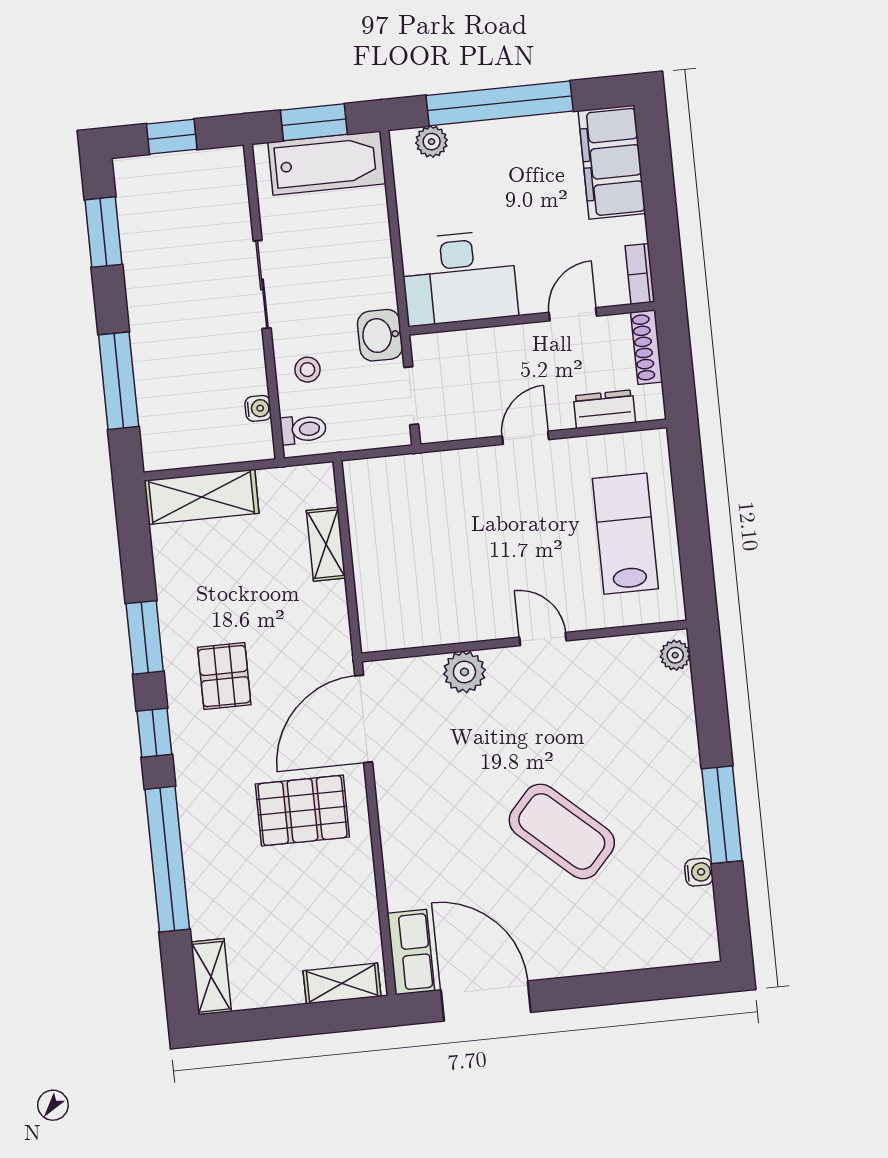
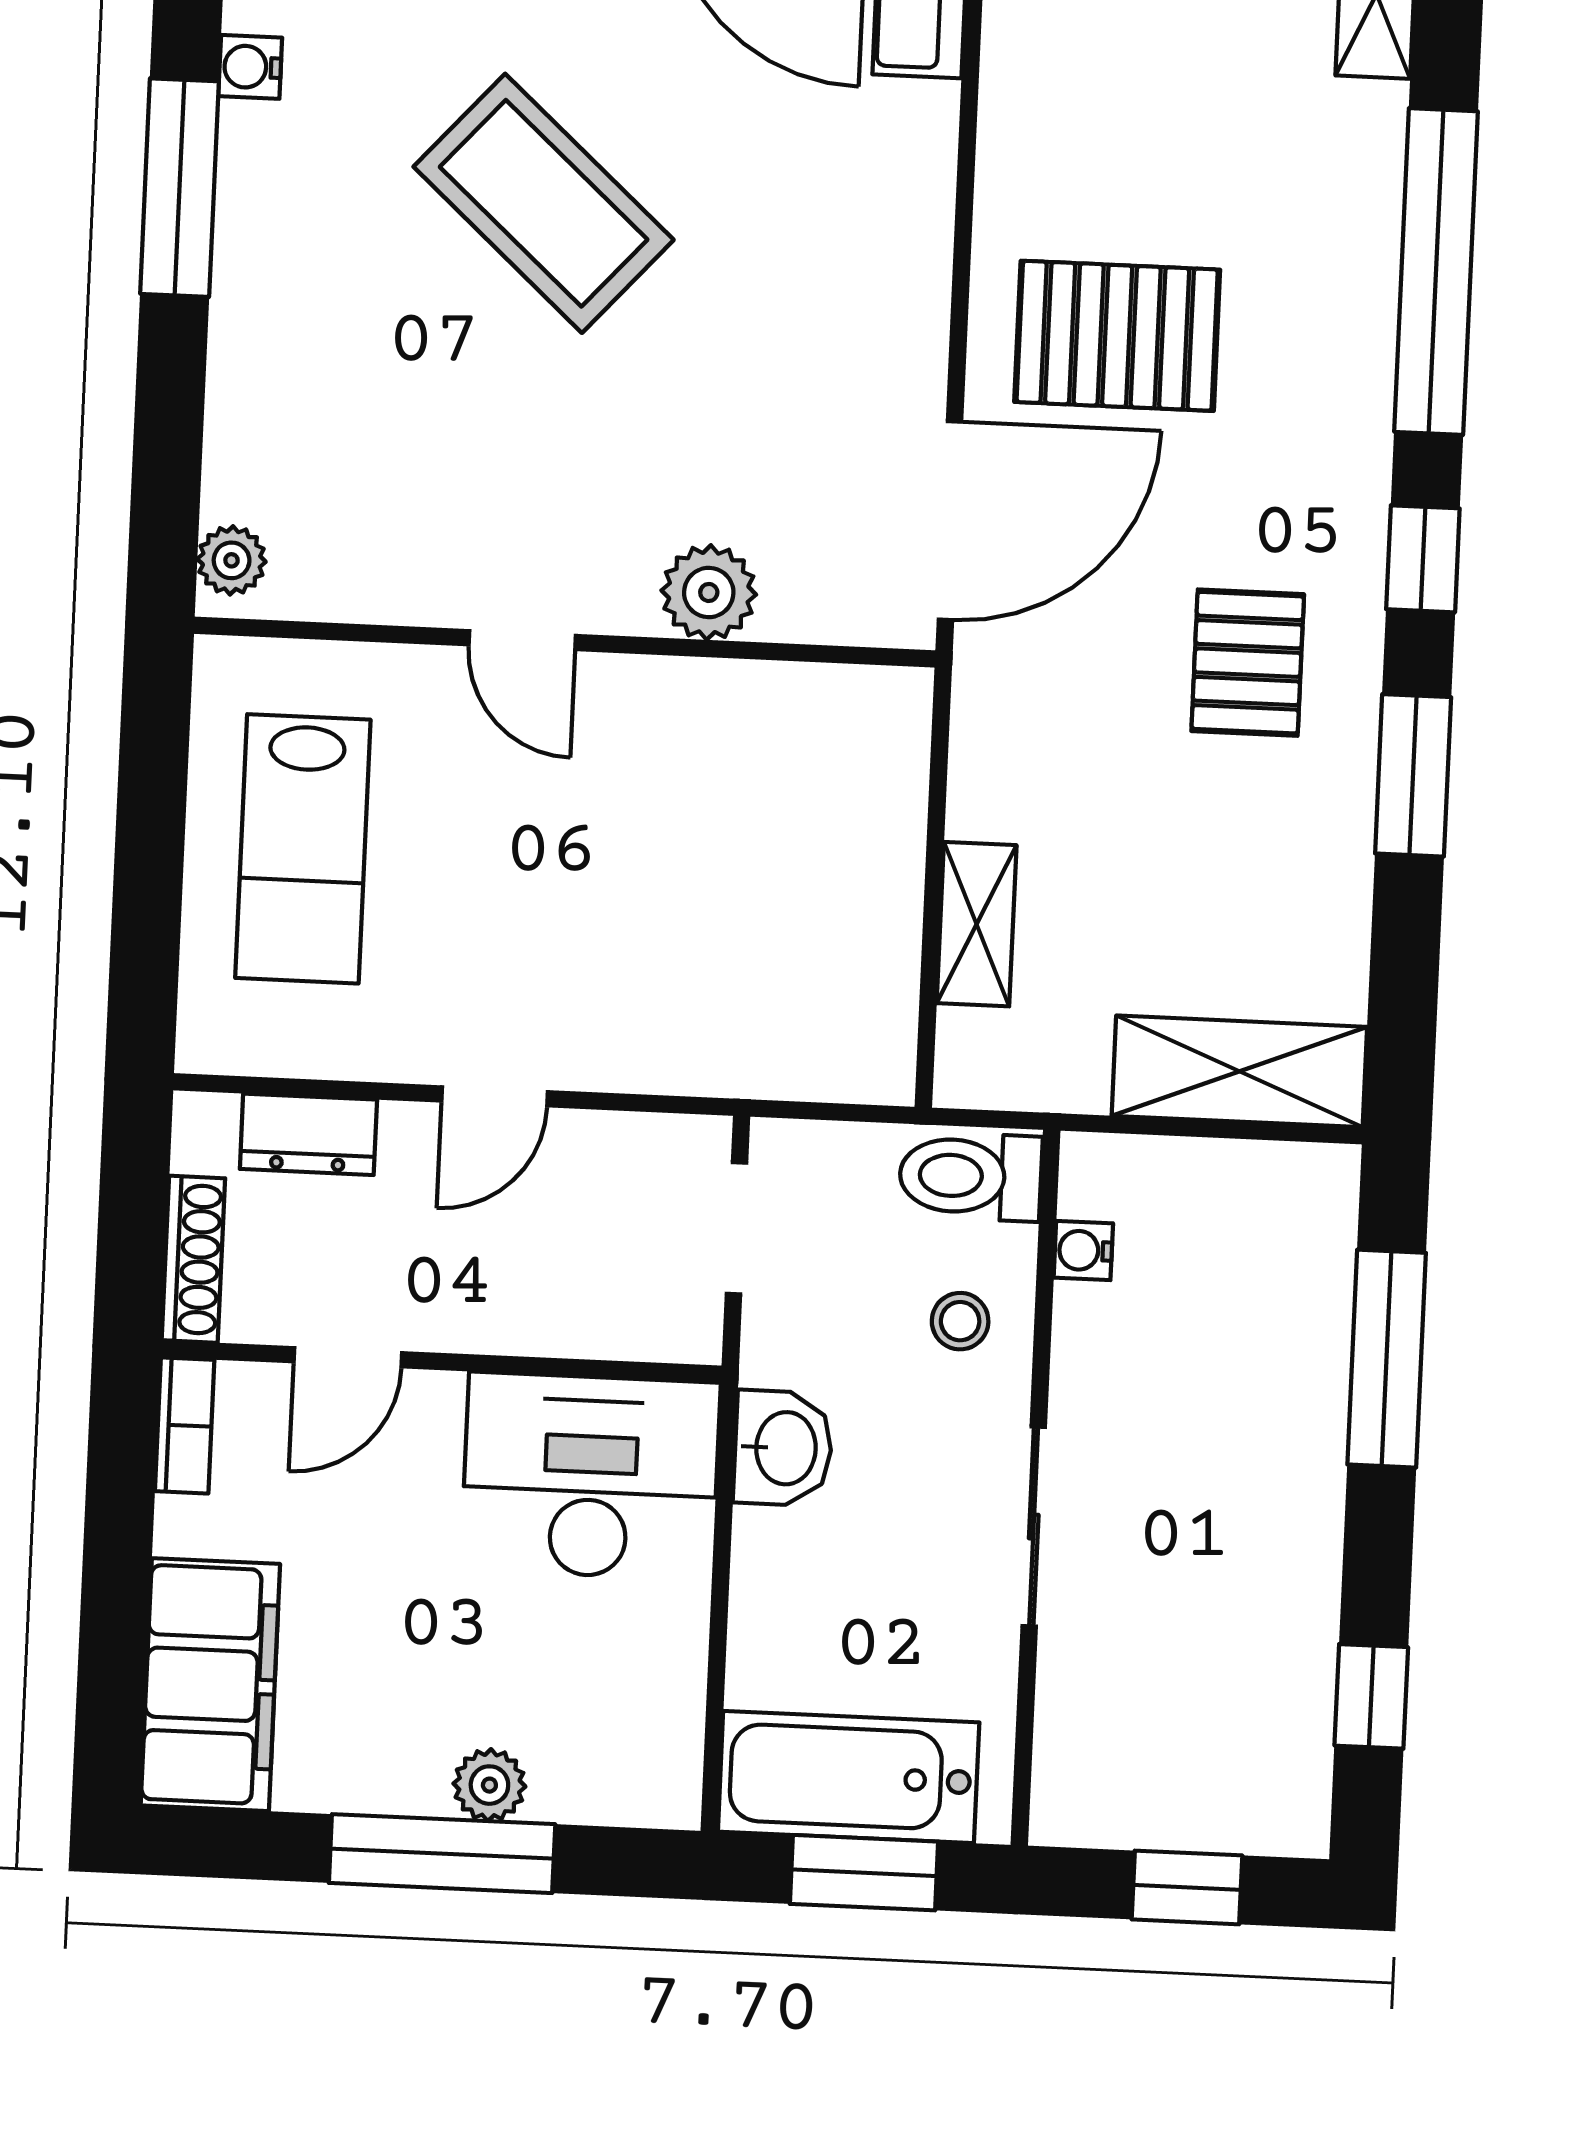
window: (500, 103) -> (442, 1854), width x0.68
plant: (432, 142) -> (489, 1785), moved
window: (103, 232) -> (1371, 1696), width x0.67
washbasin: (380, 335) -> (783, 1448), moved
toilet: (303, 429) -> (971, 1176), width x1.37, depth x1.39

